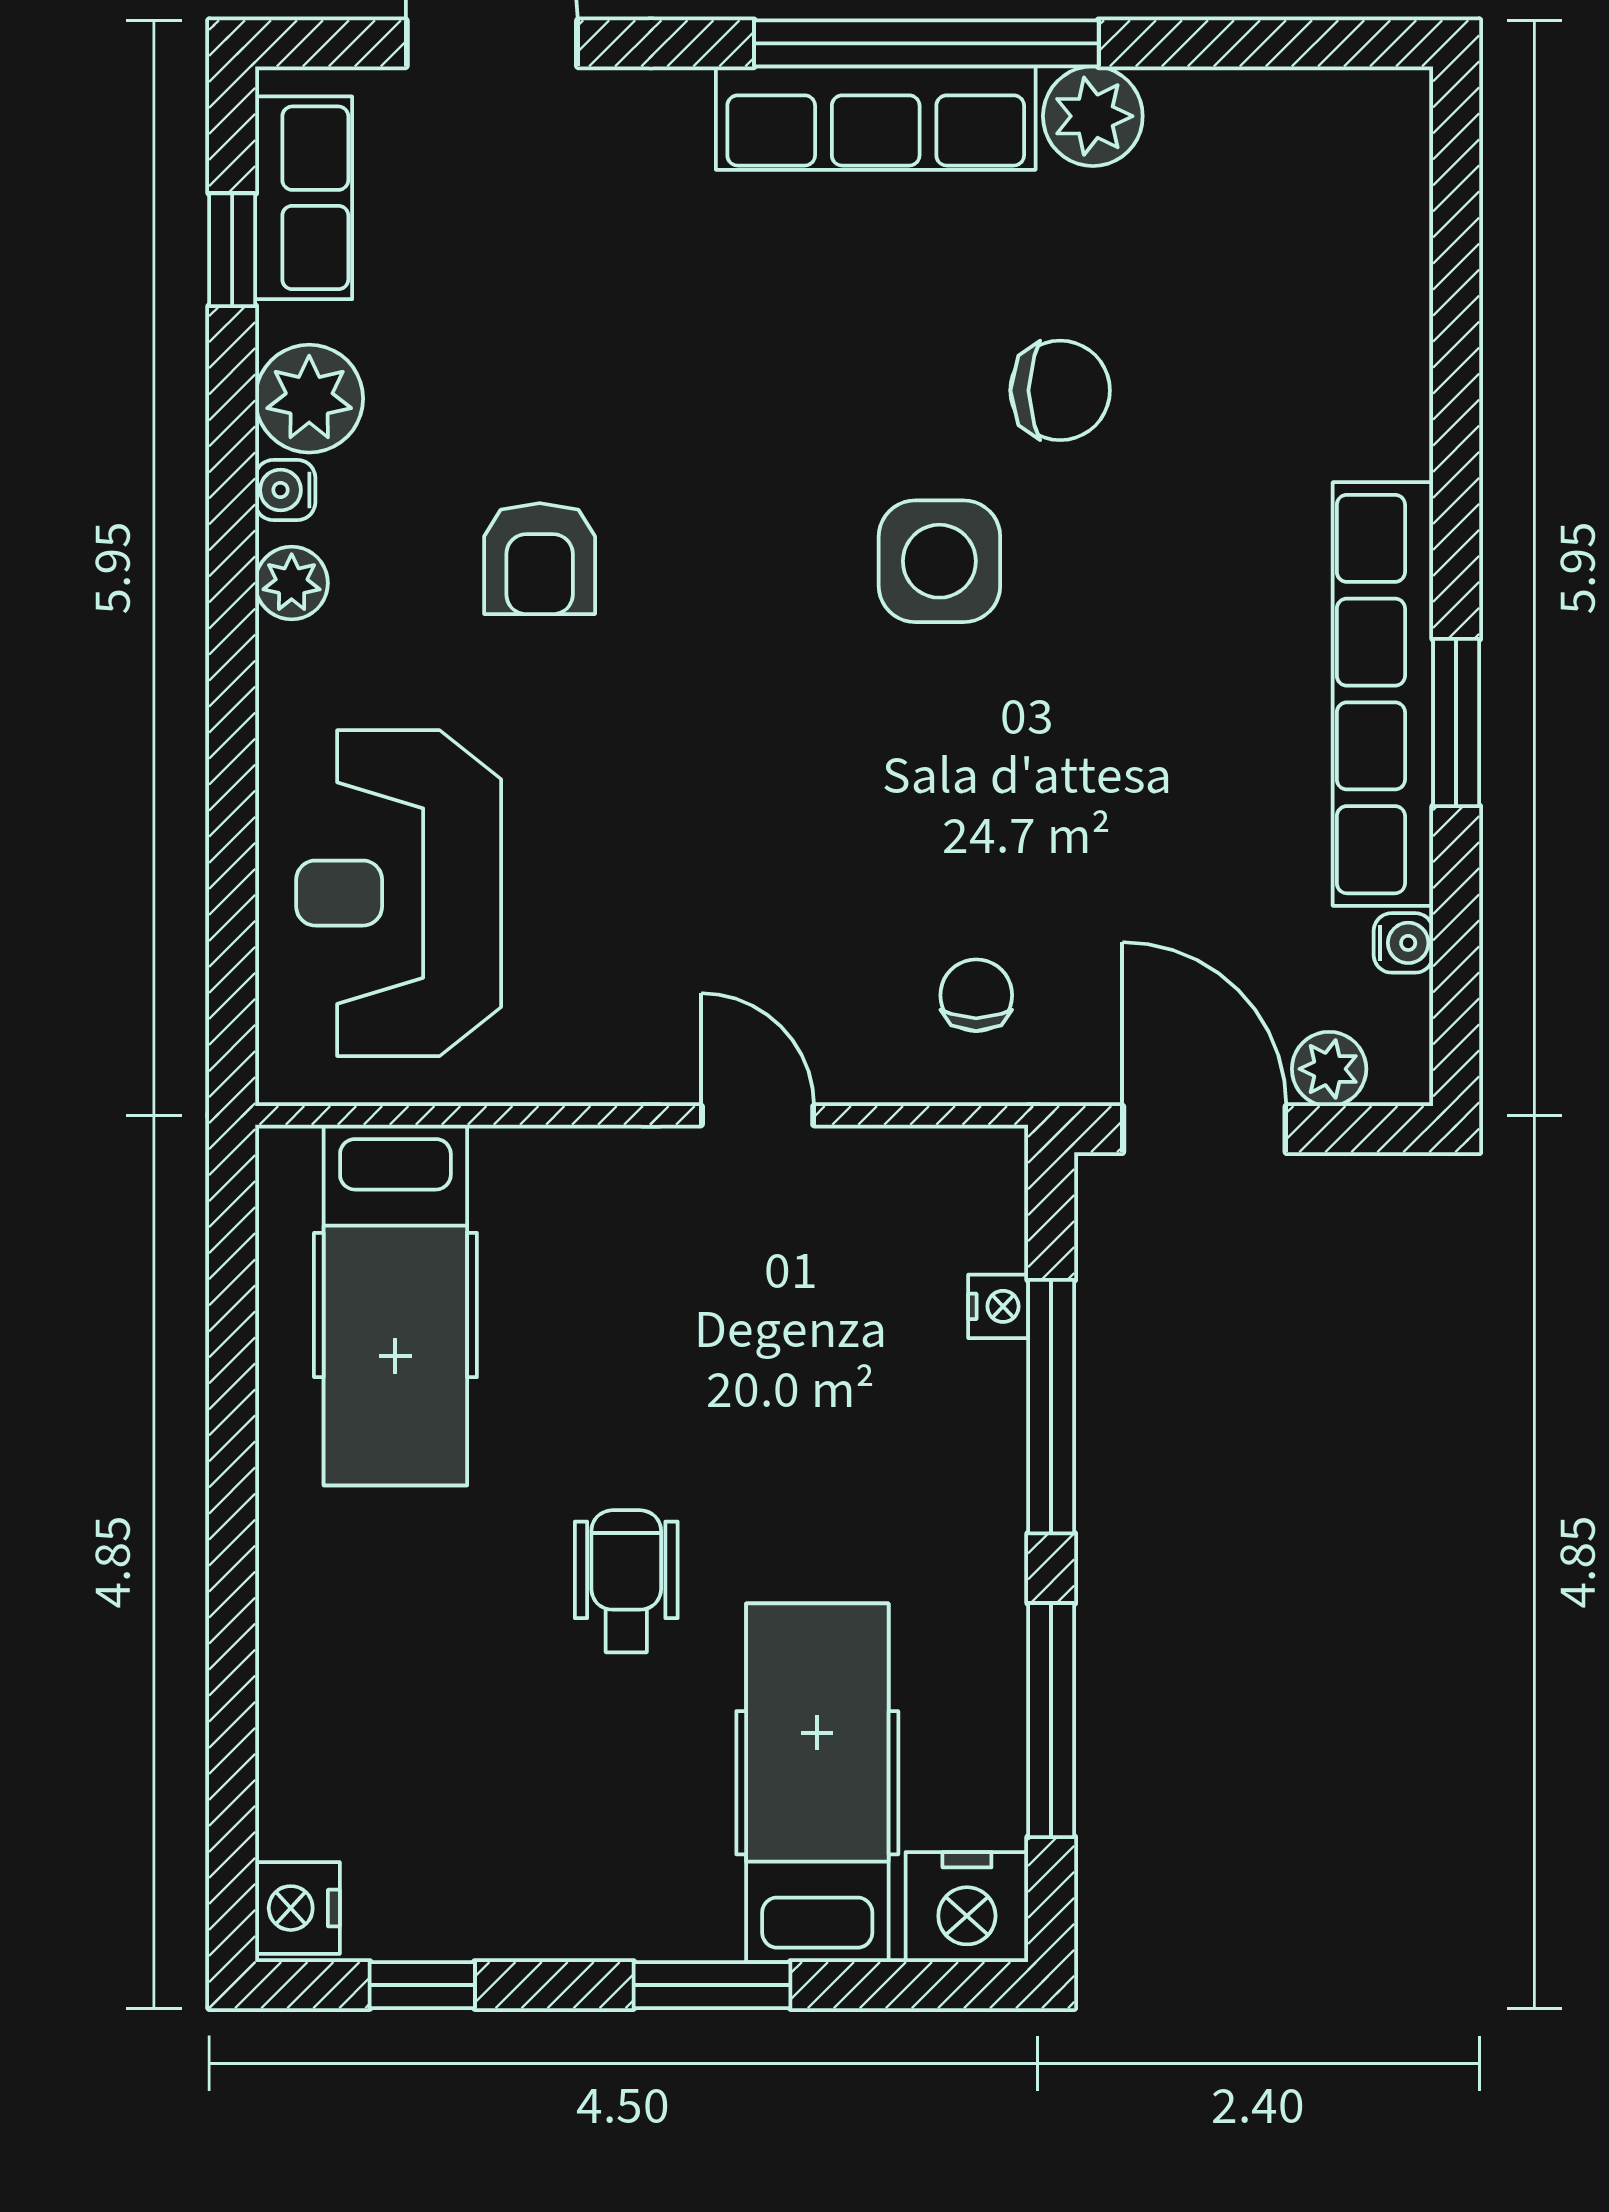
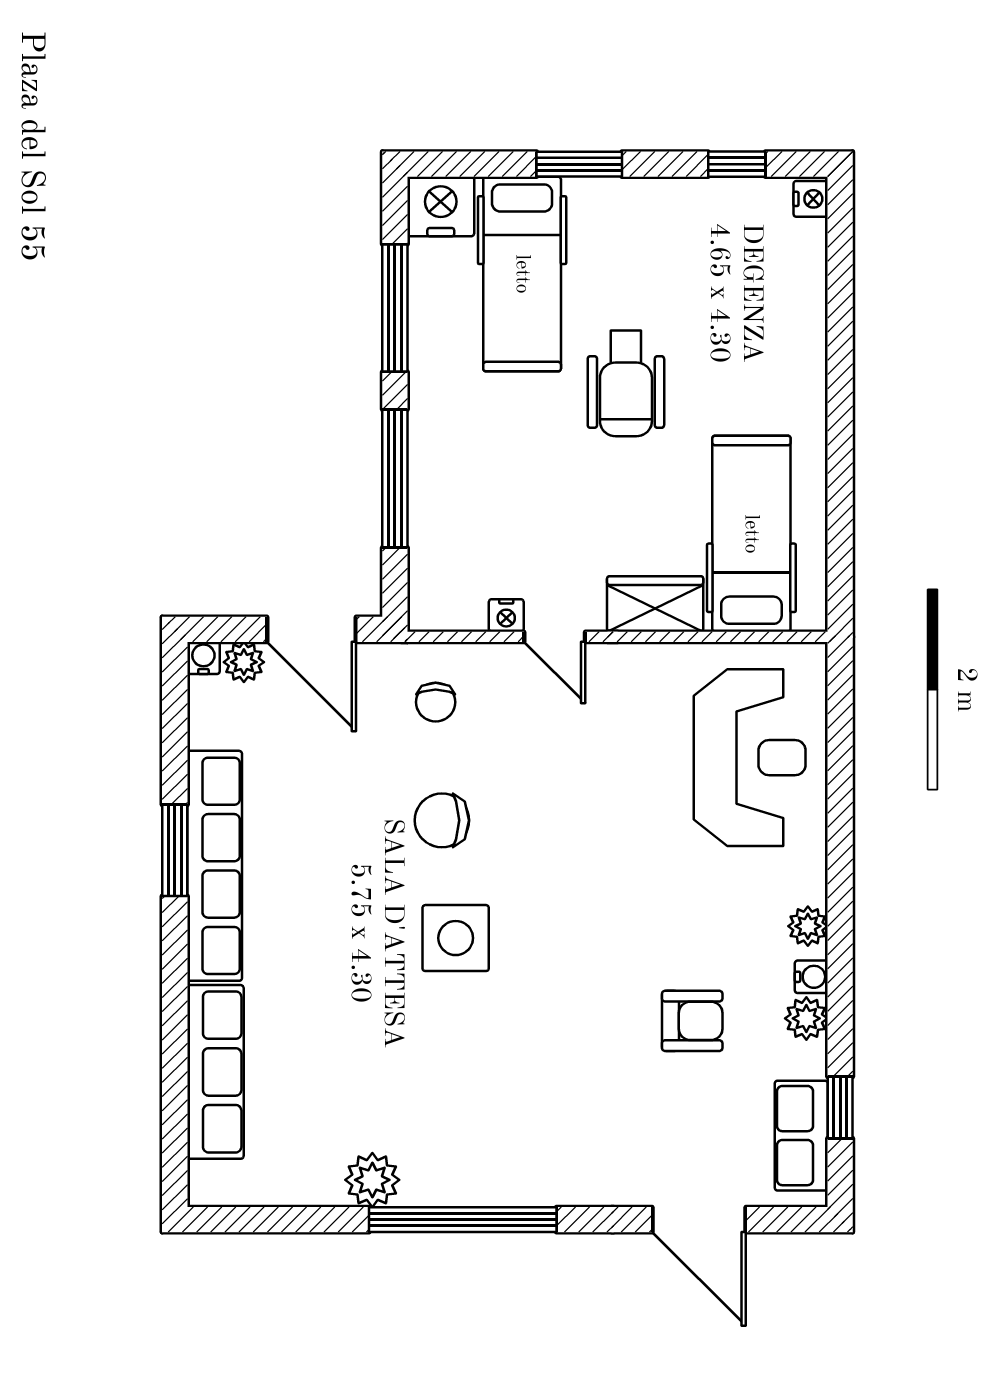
row of seats: (876, 118) -> (215, 1072), moved, turned 90
chair: (1060, 390) -> (442, 820), moved
plant: (309, 399) -> (806, 1018), width x0.73, depth x0.73
armchair: (540, 559) -> (692, 1021), moved, turned 90
water cooler: (1403, 943) -> (203, 658), moved, turned 90
wardrobe: (572, 1176) -> (655, 604), added
nightstand: (998, 1306) -> (506, 615), moved, turned -90
wheelchair: (626, 1581) -> (626, 384), width x1.36, depth x1.37
nightstand: (297, 1908) -> (811, 199), width x0.72, depth x0.74

